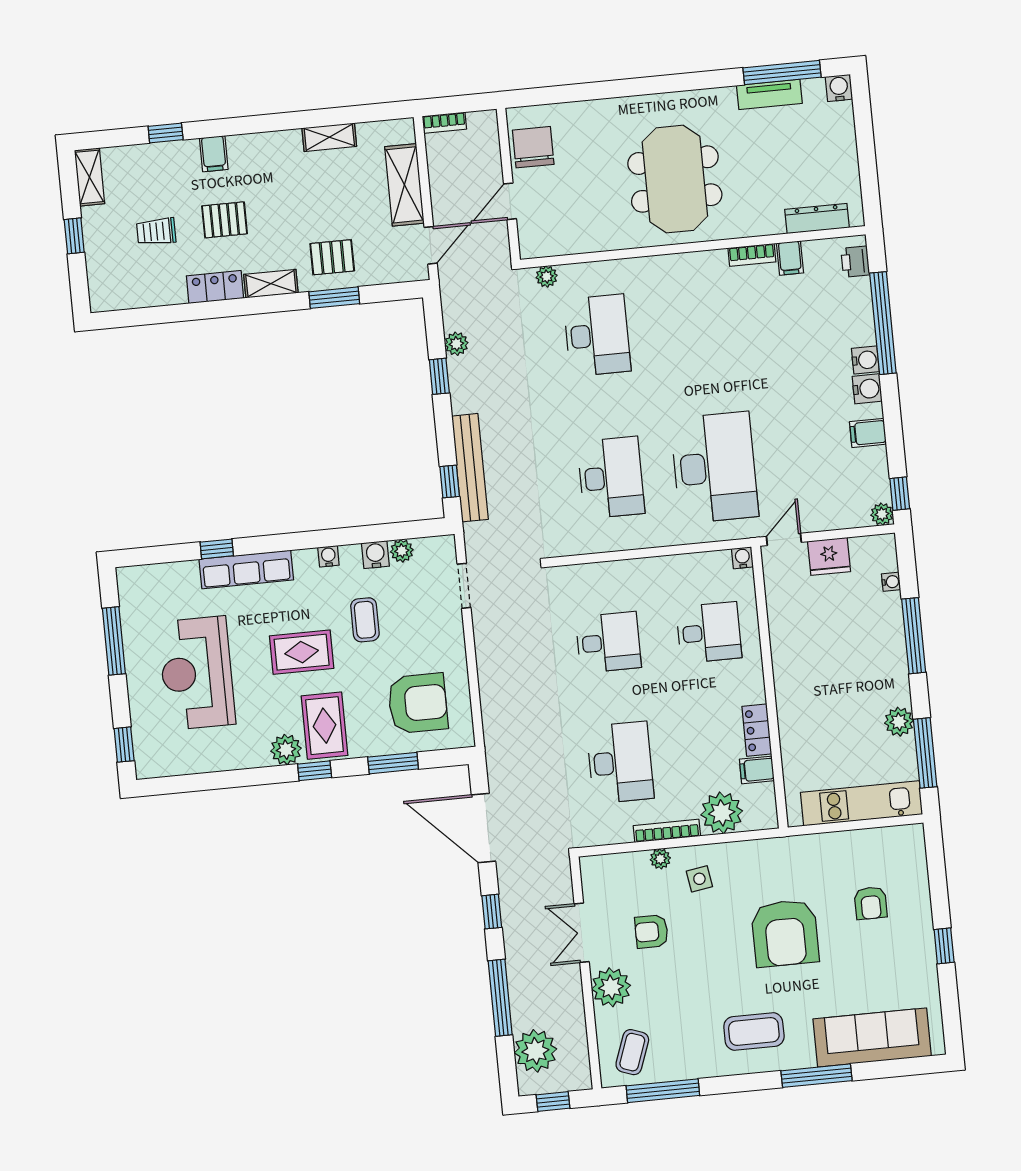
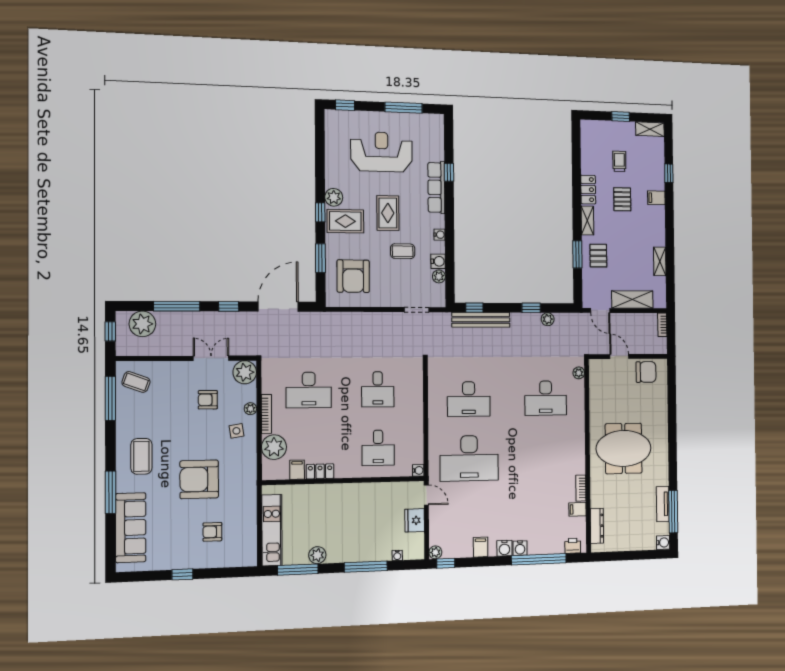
armchair: (651, 932) -> (208, 400), turned -90
plant: (611, 987) -> (245, 372), moved

